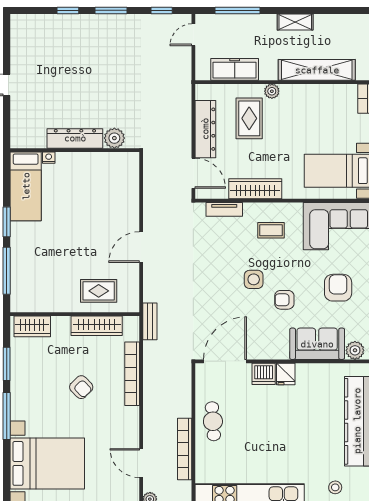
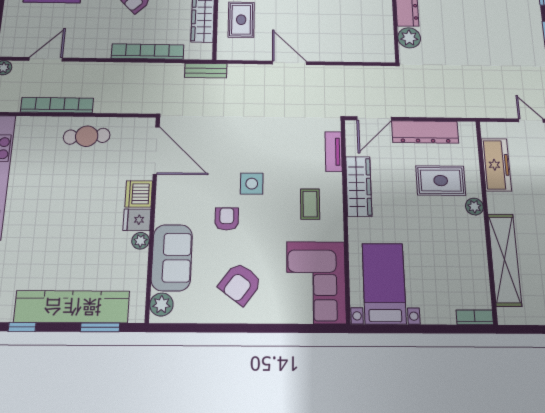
armchair: (338, 288) -> (240, 284), turned 127
plant: (303, 370) -> (140, 241), added

